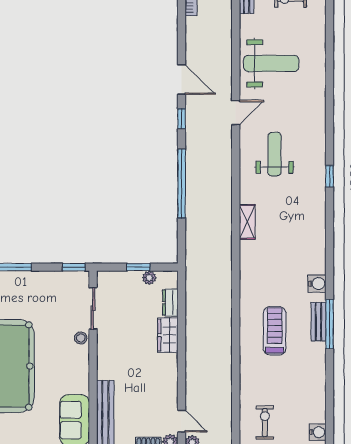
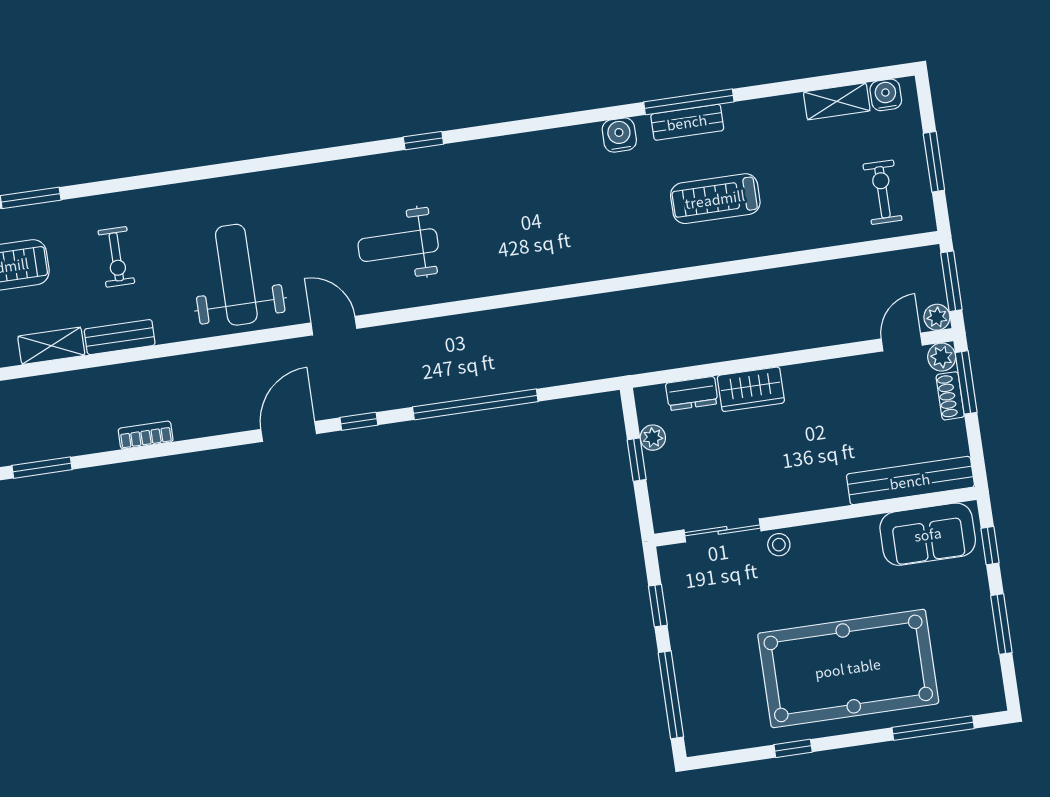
shelving: (247, 222) -> (837, 101), moved
window: (74, 267) -> (658, 606), moved
exercise bike: (265, 423) -> (882, 192), turned 90

